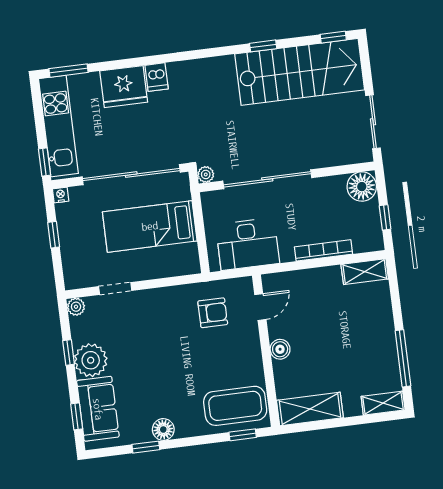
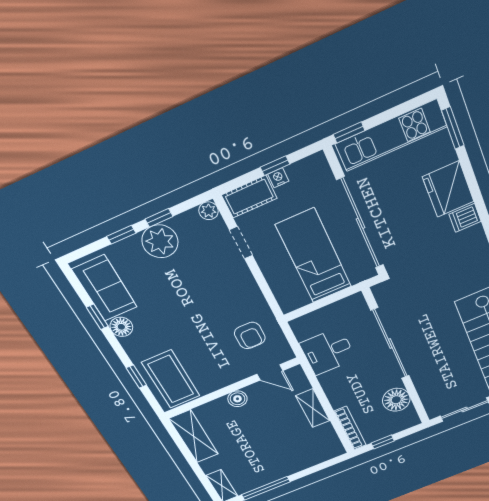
plant: (206, 174) -> (380, 291), removed
floor lamp: (362, 187) -> (396, 400), moved
nightstand: (61, 195) -> (278, 178), moved, turned -90
desk: (248, 244) -> (328, 351), width x0.73
bookcase: (324, 250) -> (350, 428), moved
cot: (74, 266) -> (249, 197), added
shelving: (365, 272) -> (313, 408), moved
sofa: (98, 409) -> (105, 288), moved, turned -90
window: (77, 416) -> (121, 235), moved
window: (243, 435) -> (136, 376), moved

